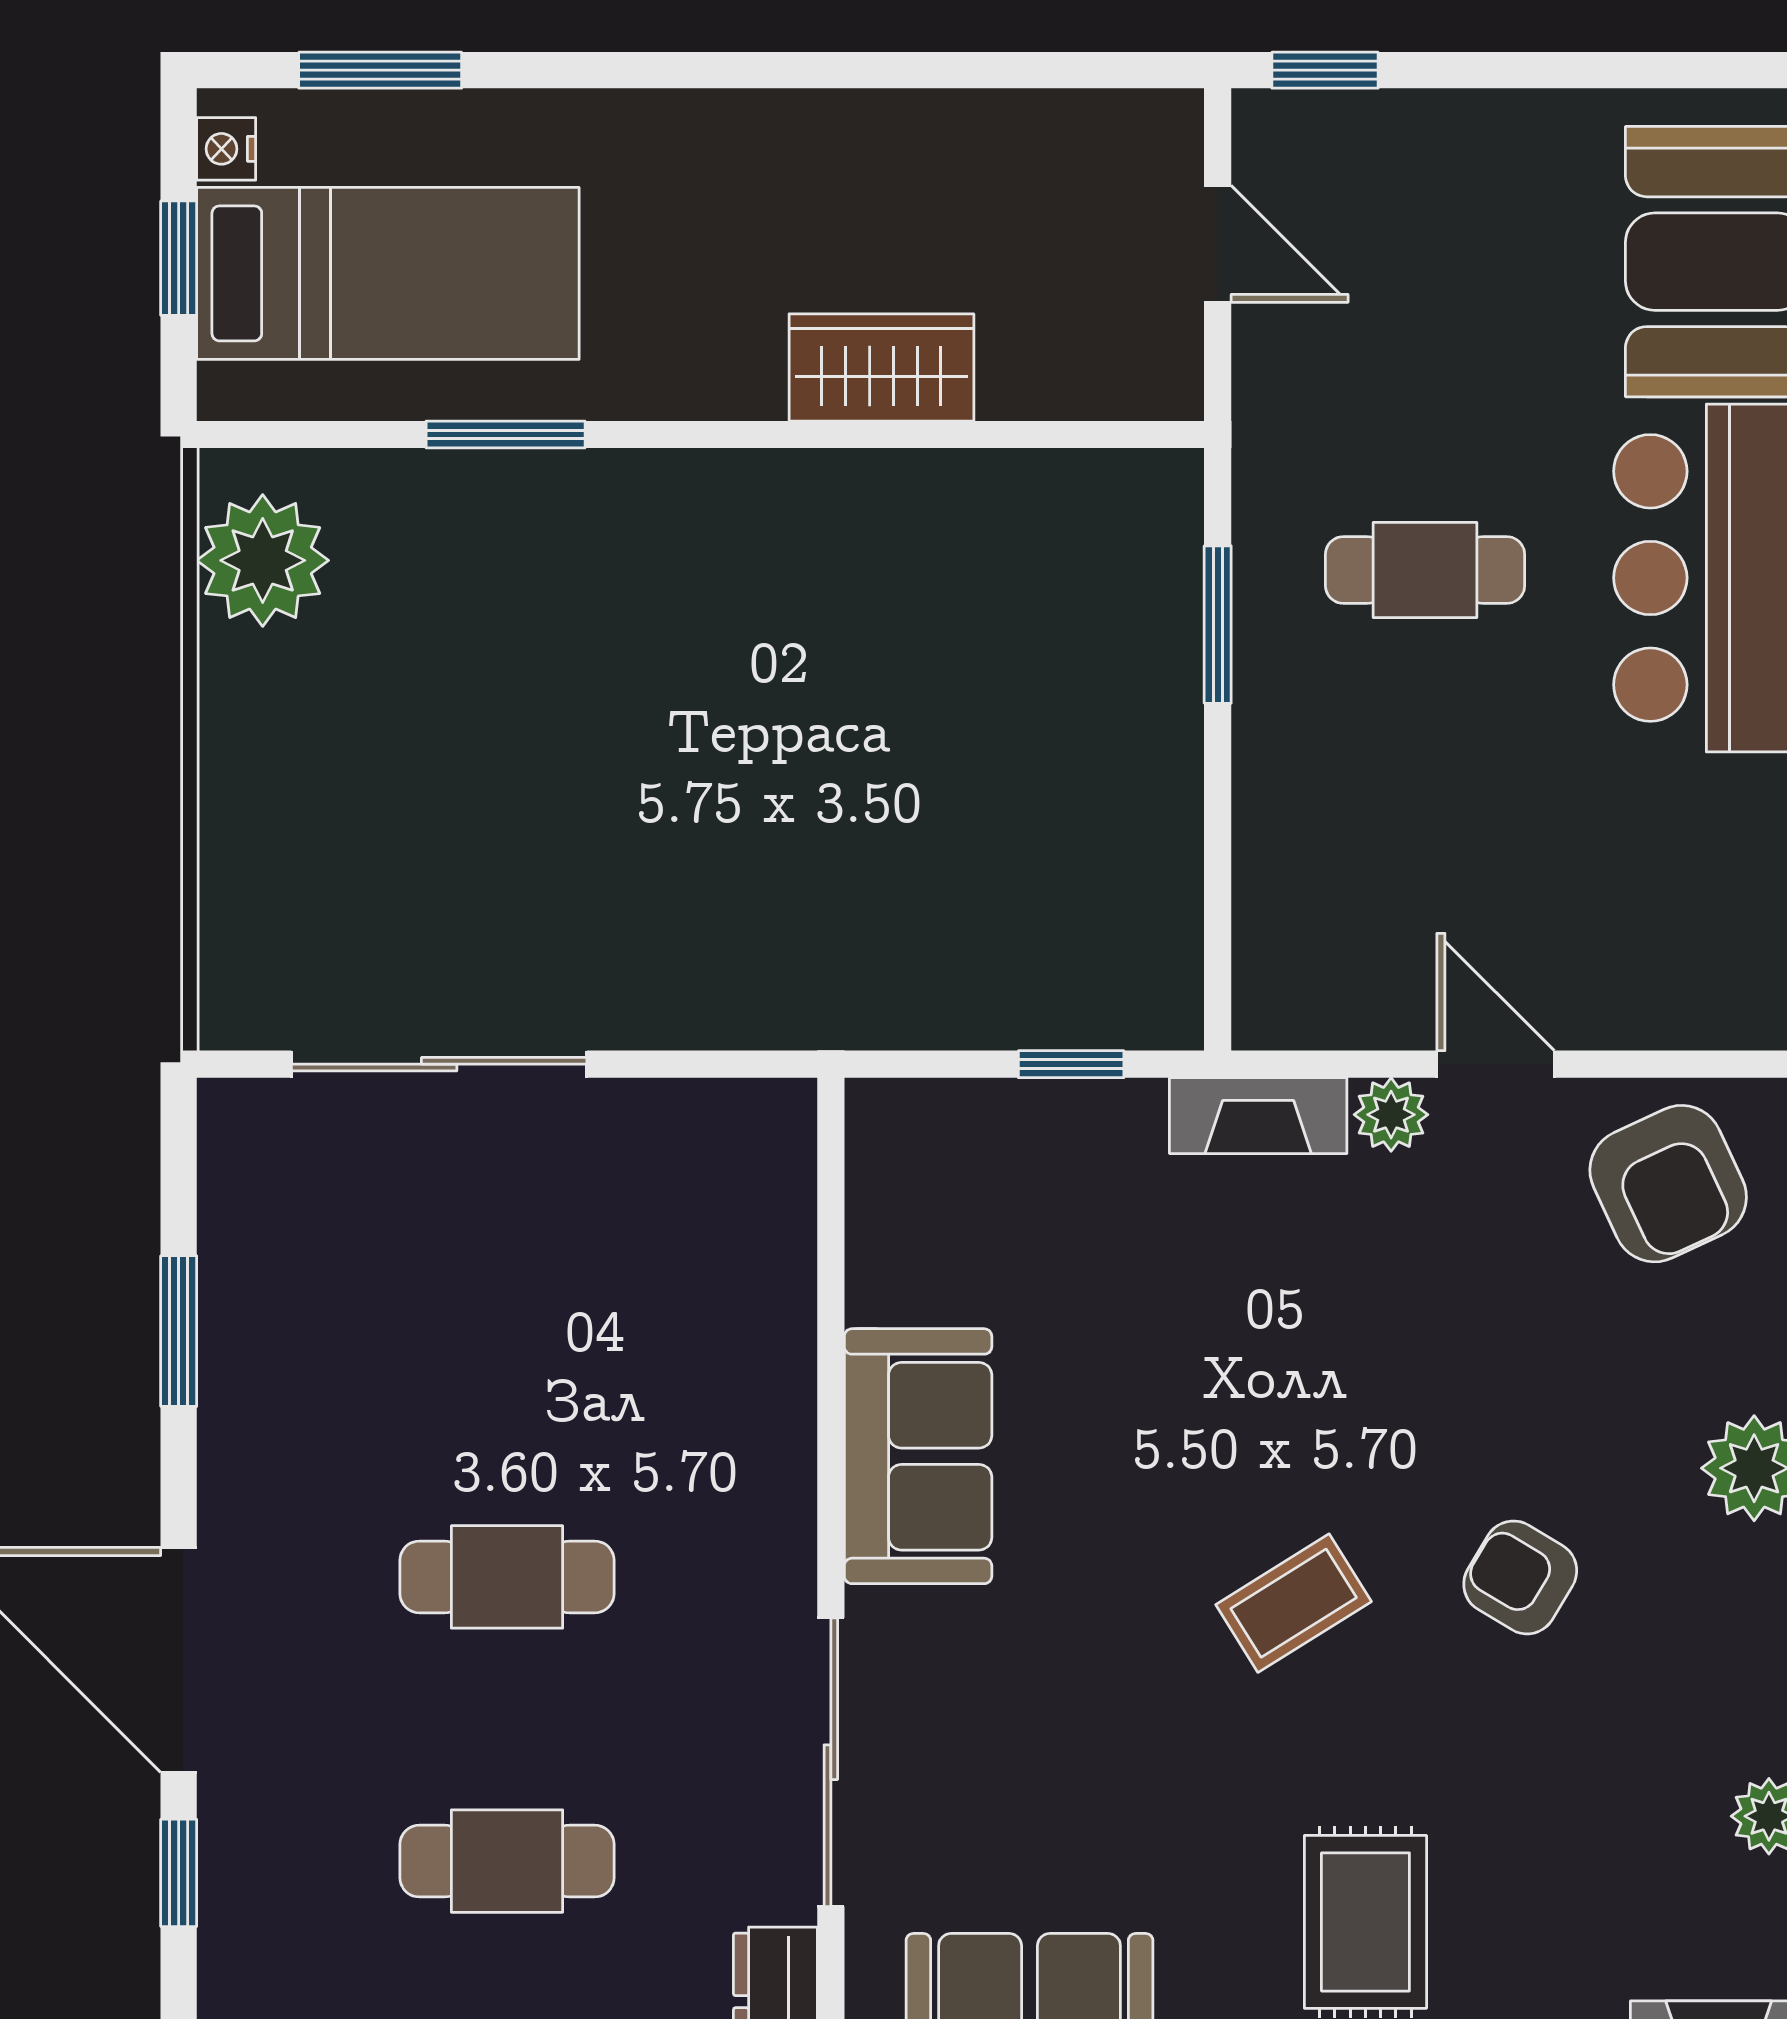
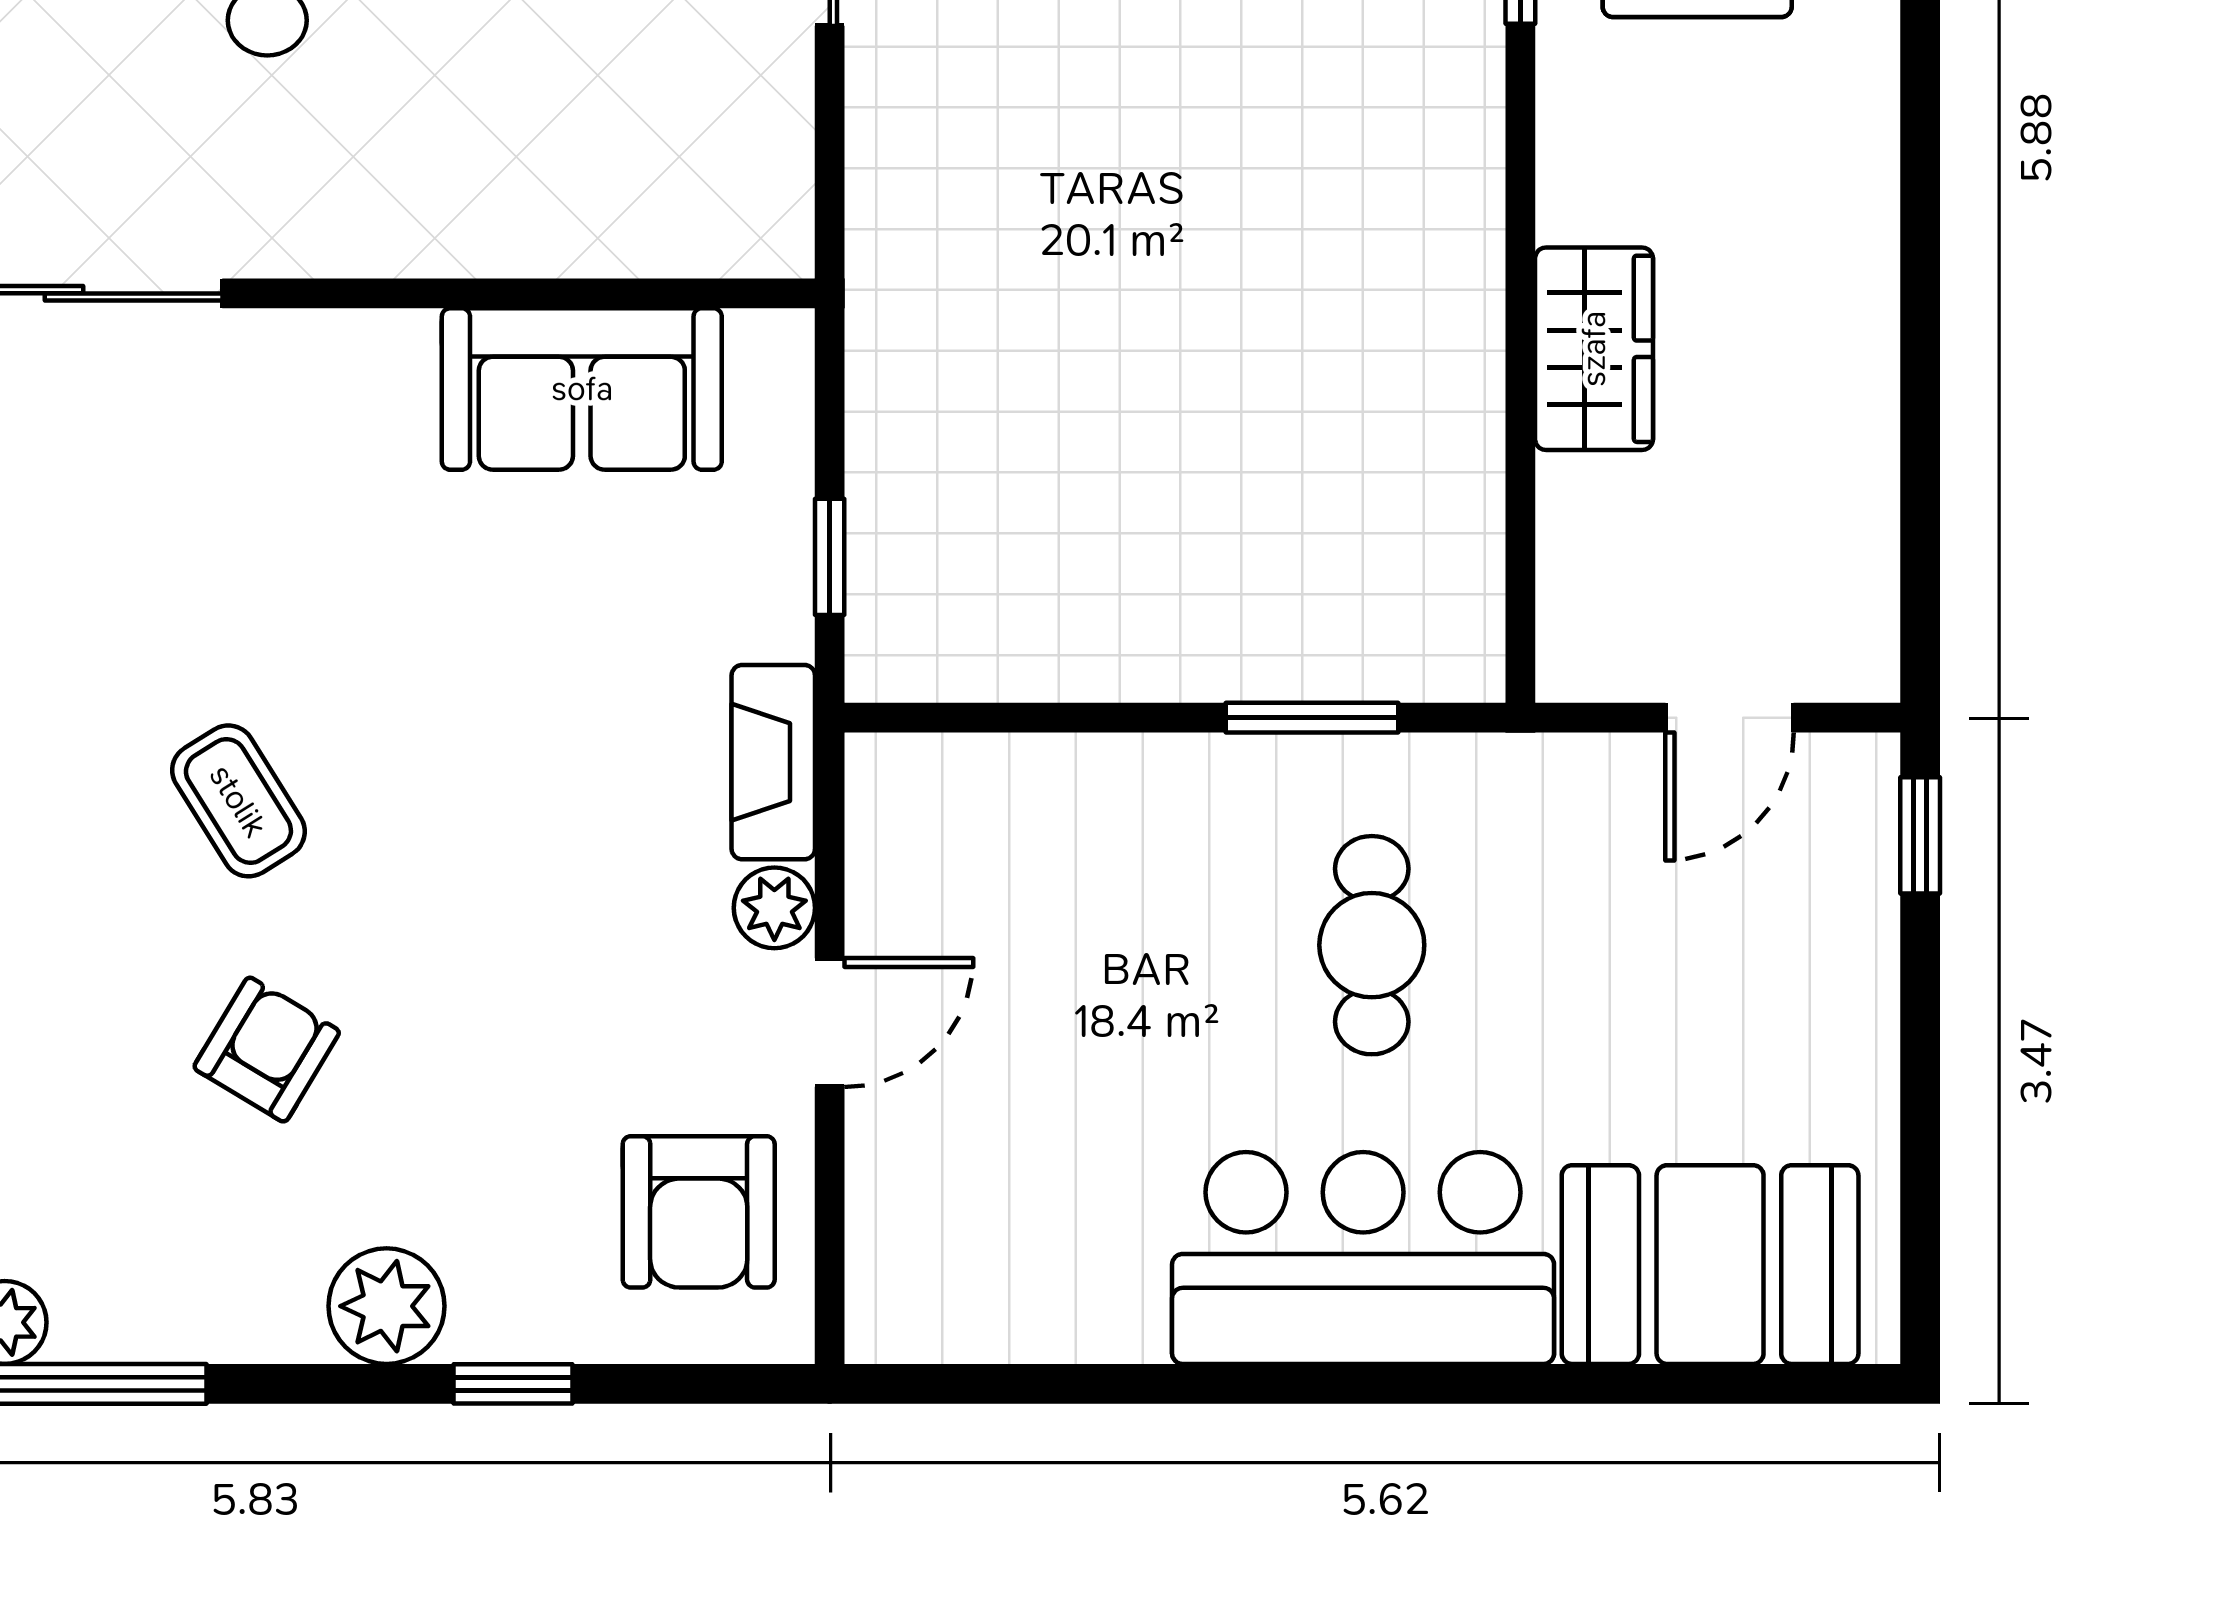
armchair: (1668, 1184) -> (699, 1212), turned -65
sofa: (918, 1456) -> (582, 389), moved

